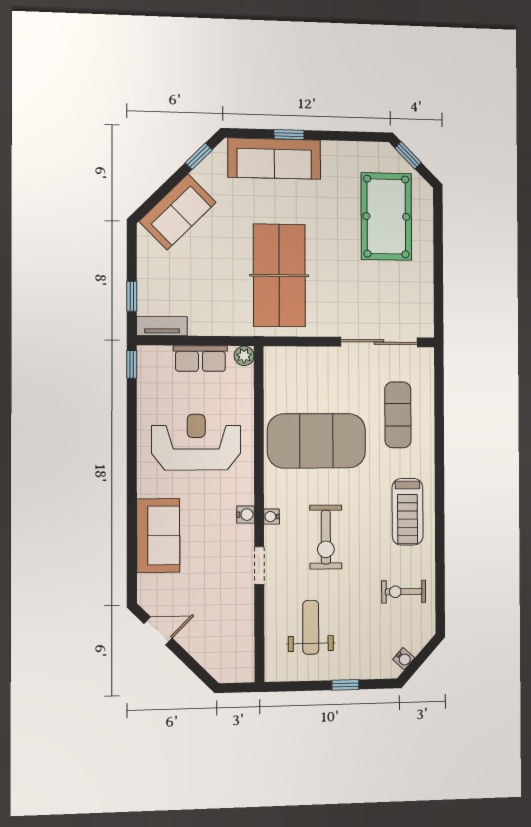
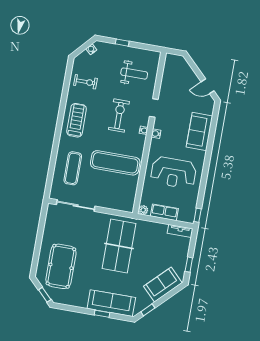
window: (132, 296) -> (189, 265), moved
exercise mat: (317, 441) -> (115, 163), width x0.68
weight bench: (311, 627) -> (134, 74), turned -90

